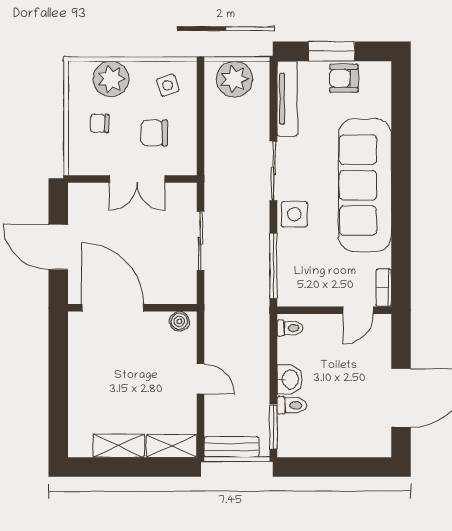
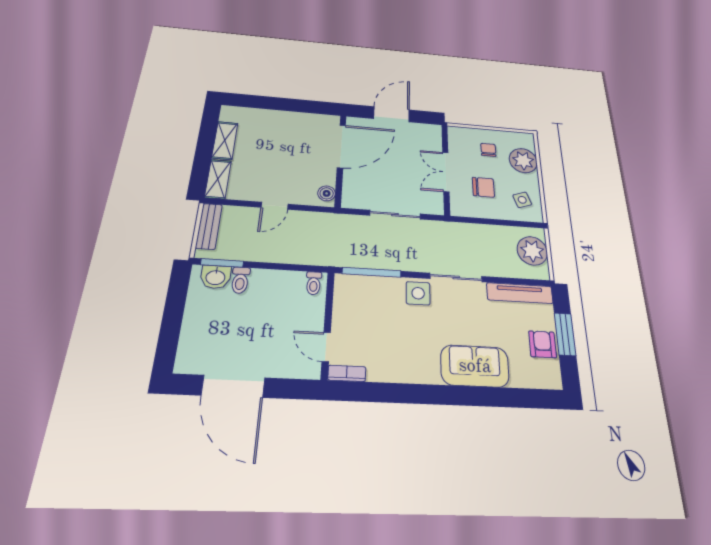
chair: (154, 133) -> (483, 187), turned 90
sofa: (365, 185) -> (475, 366), width x0.54, depth x0.79
washbasin: (290, 379) -> (216, 277), moved

